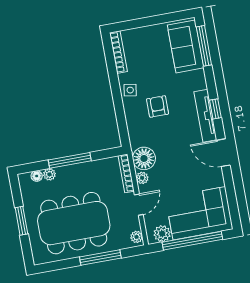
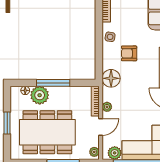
armchair: (158, 106) -> (129, 53), turned -90
floor lamp: (144, 158) -> (111, 78), moved
plant: (49, 174) -> (40, 95), width x1.88, depth x1.88

